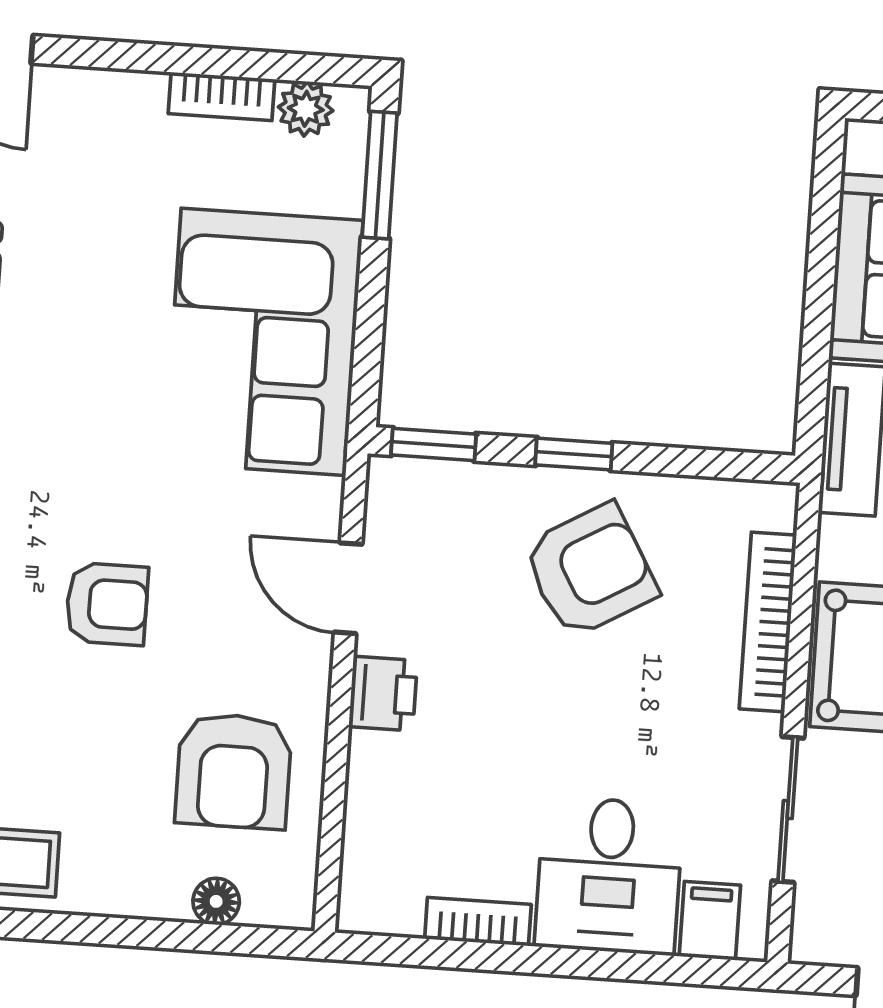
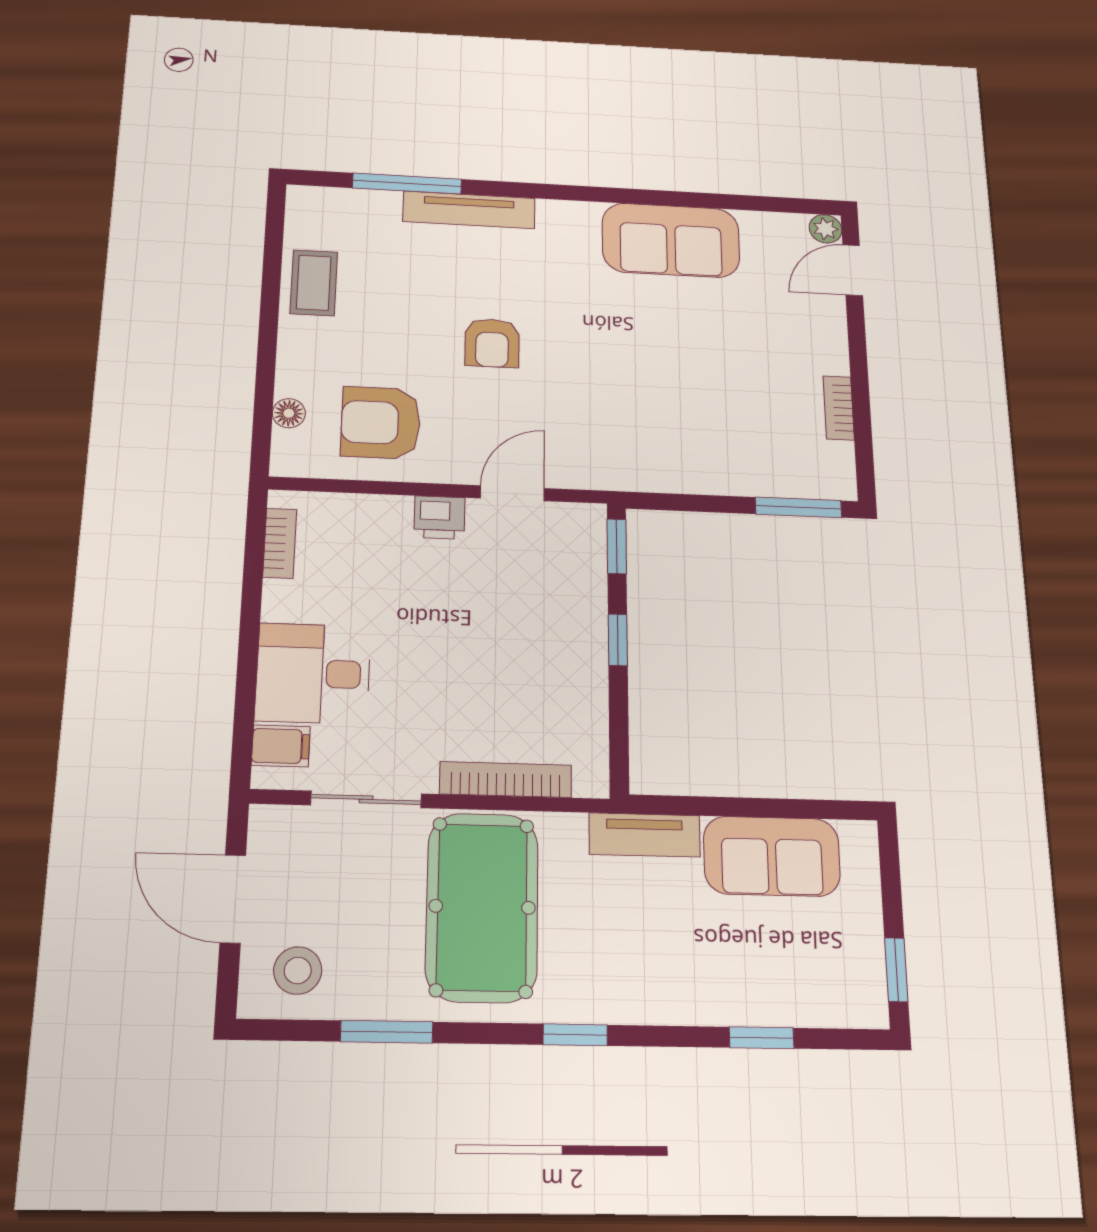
plant: (306, 109) -> (837, 460), removed
corner sofa: (263, 342) -> (678, 436), removed
armchair: (590, 570) -> (535, 653), removed
bookcase: (478, 922) -> (280, 543), moved

